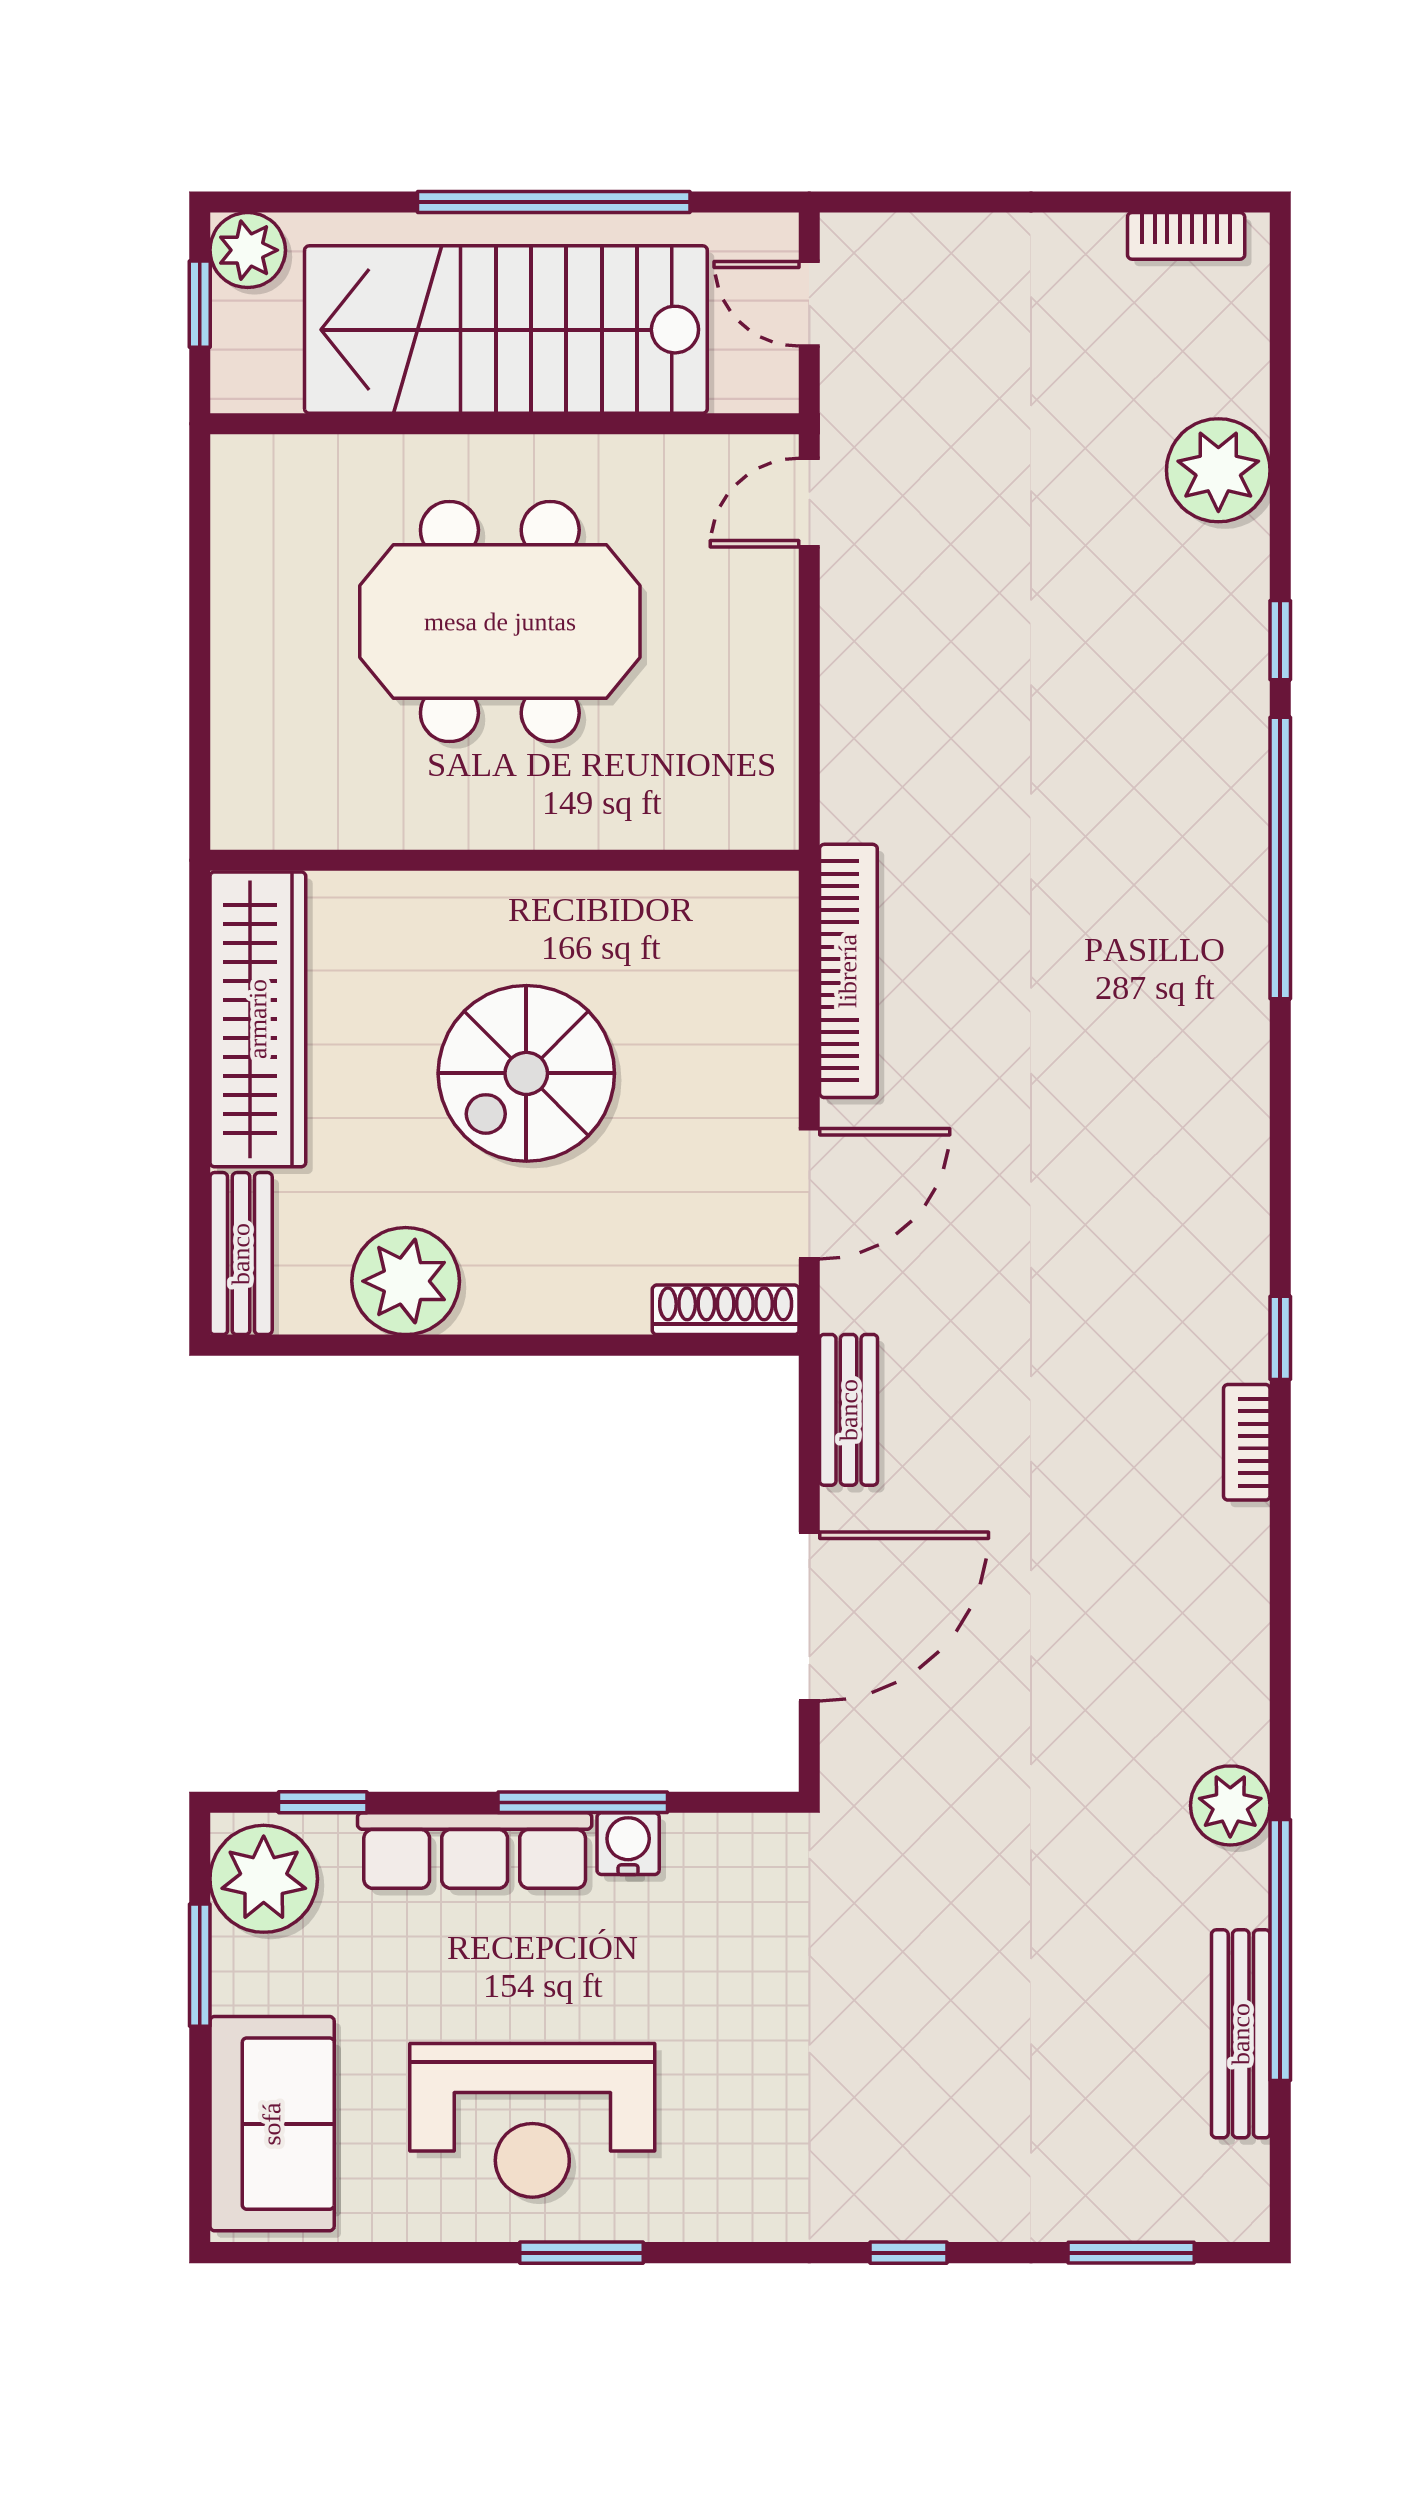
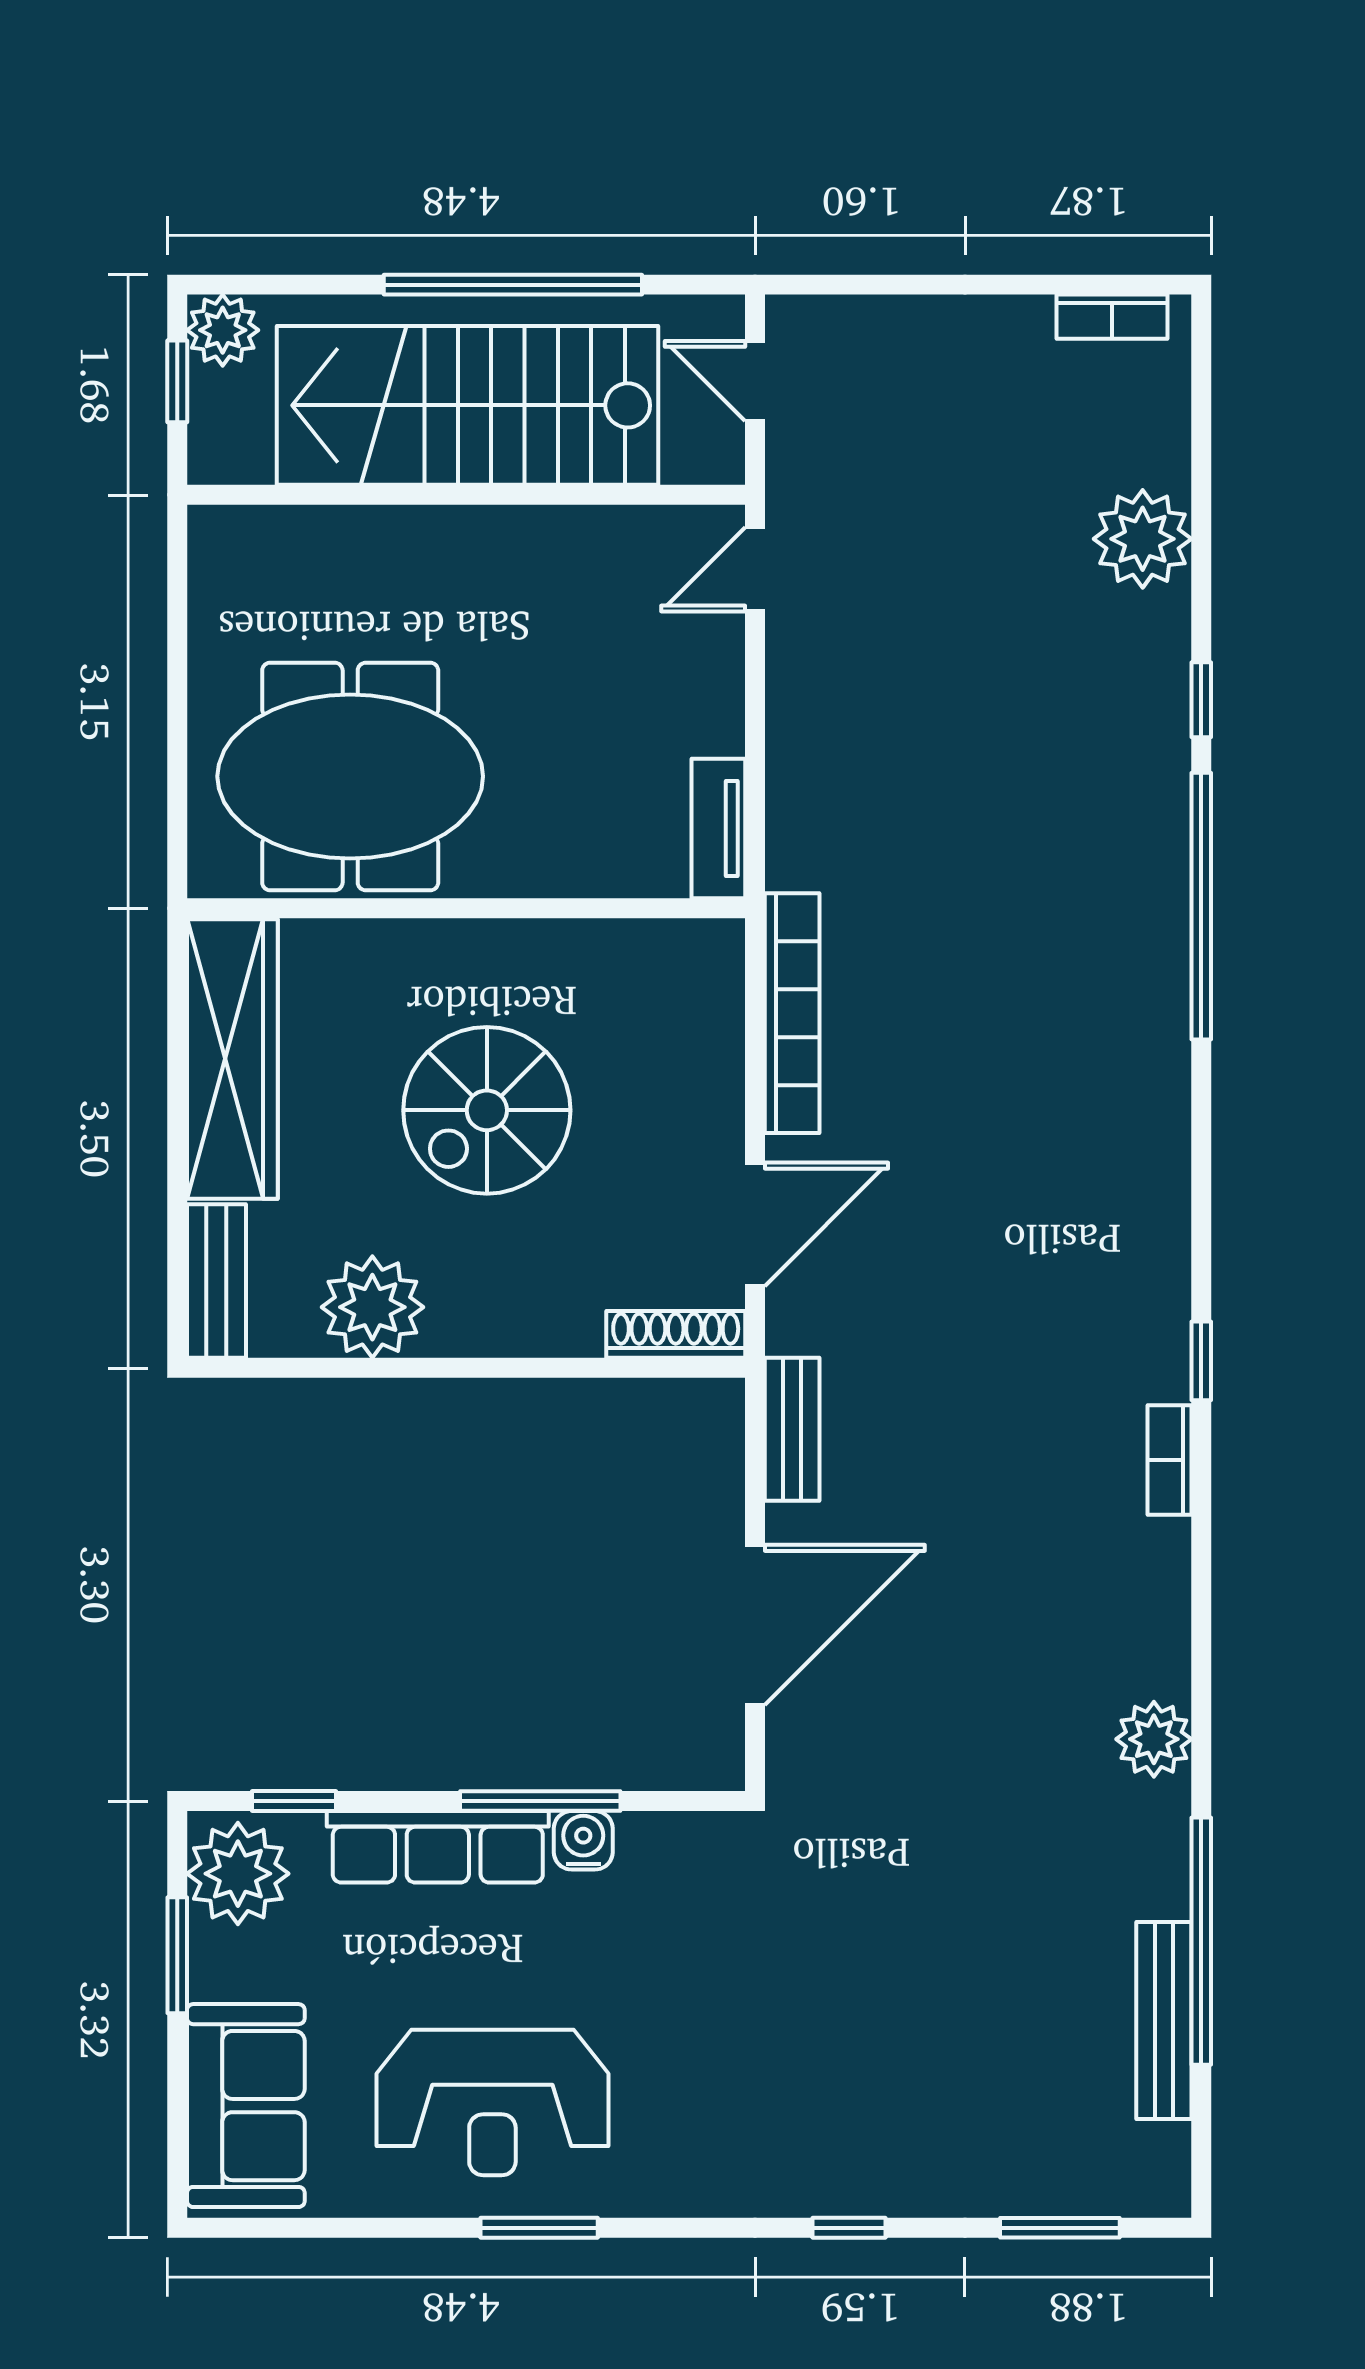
meeting table: (500, 622) -> (350, 776), moved
tv unit: (771, 776) -> (718, 828), added
plant: (1230, 1805) -> (1154, 1739), moved

